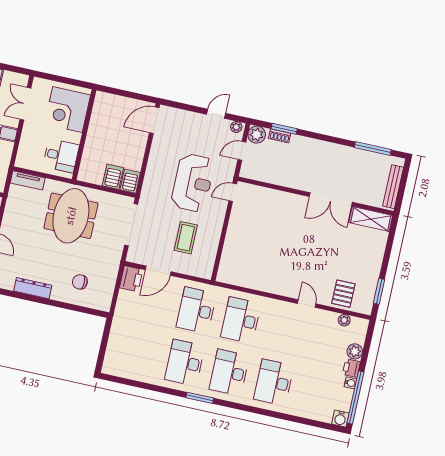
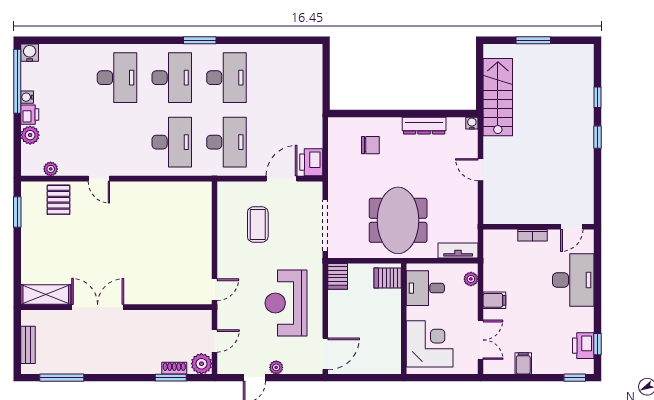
plant: (236, 127) -> (276, 367), moved
plant: (22, 155) -> (471, 279), added
server rack: (113, 177) -> (388, 278), moved, turned 90
reception desk: (193, 183) -> (286, 303), moved
bench: (393, 187) -> (28, 345), width x0.73

